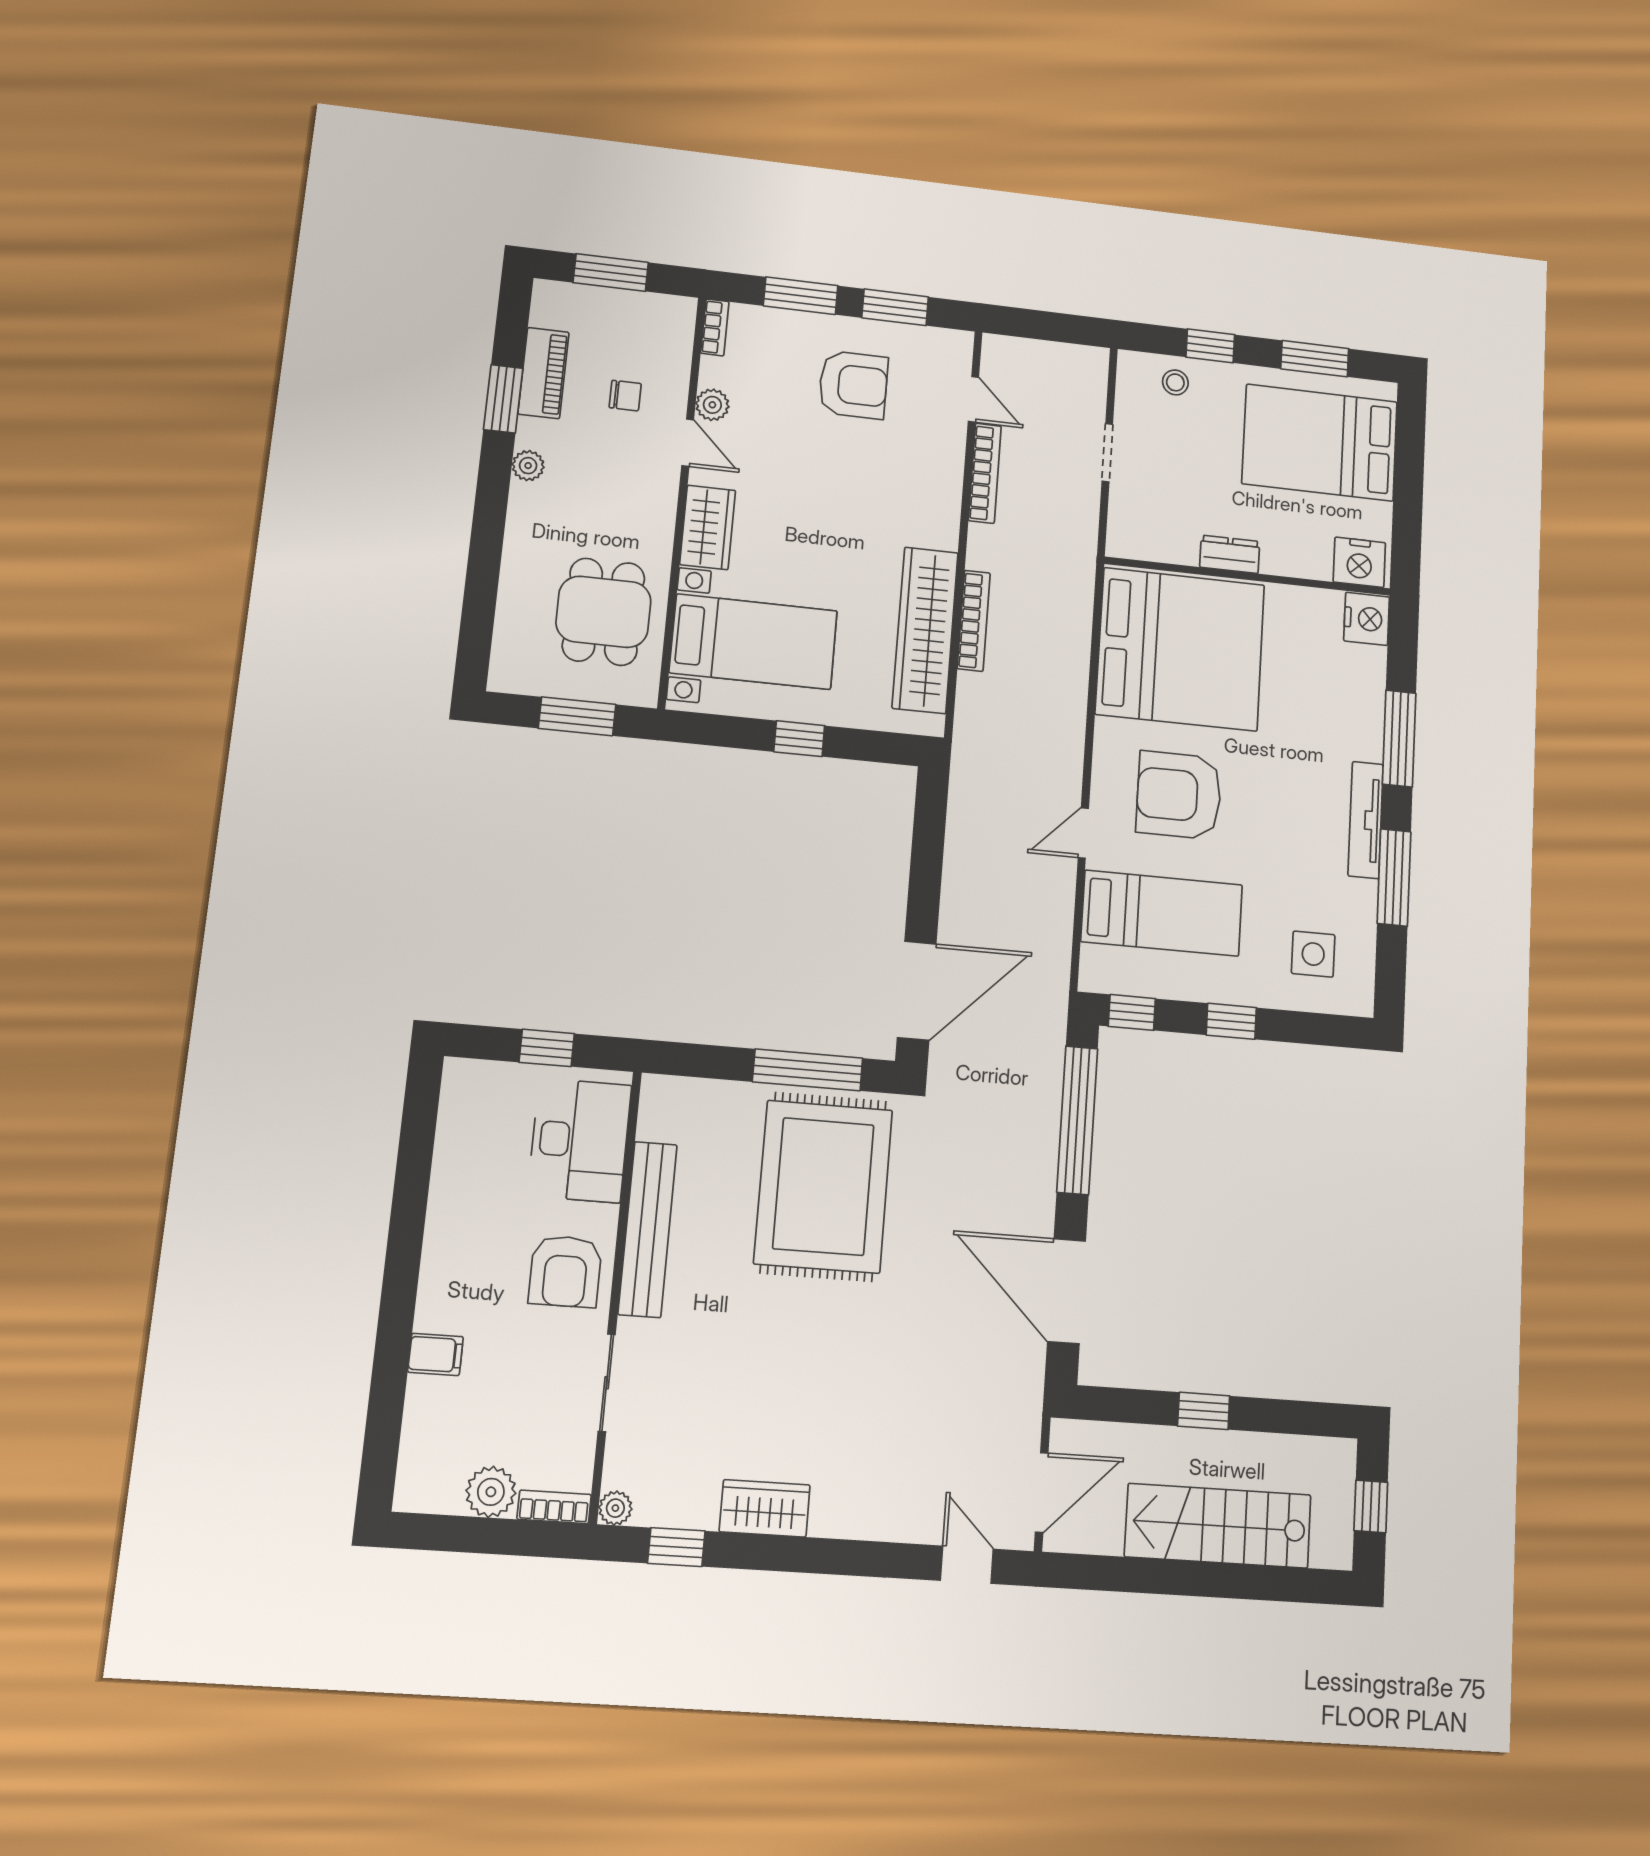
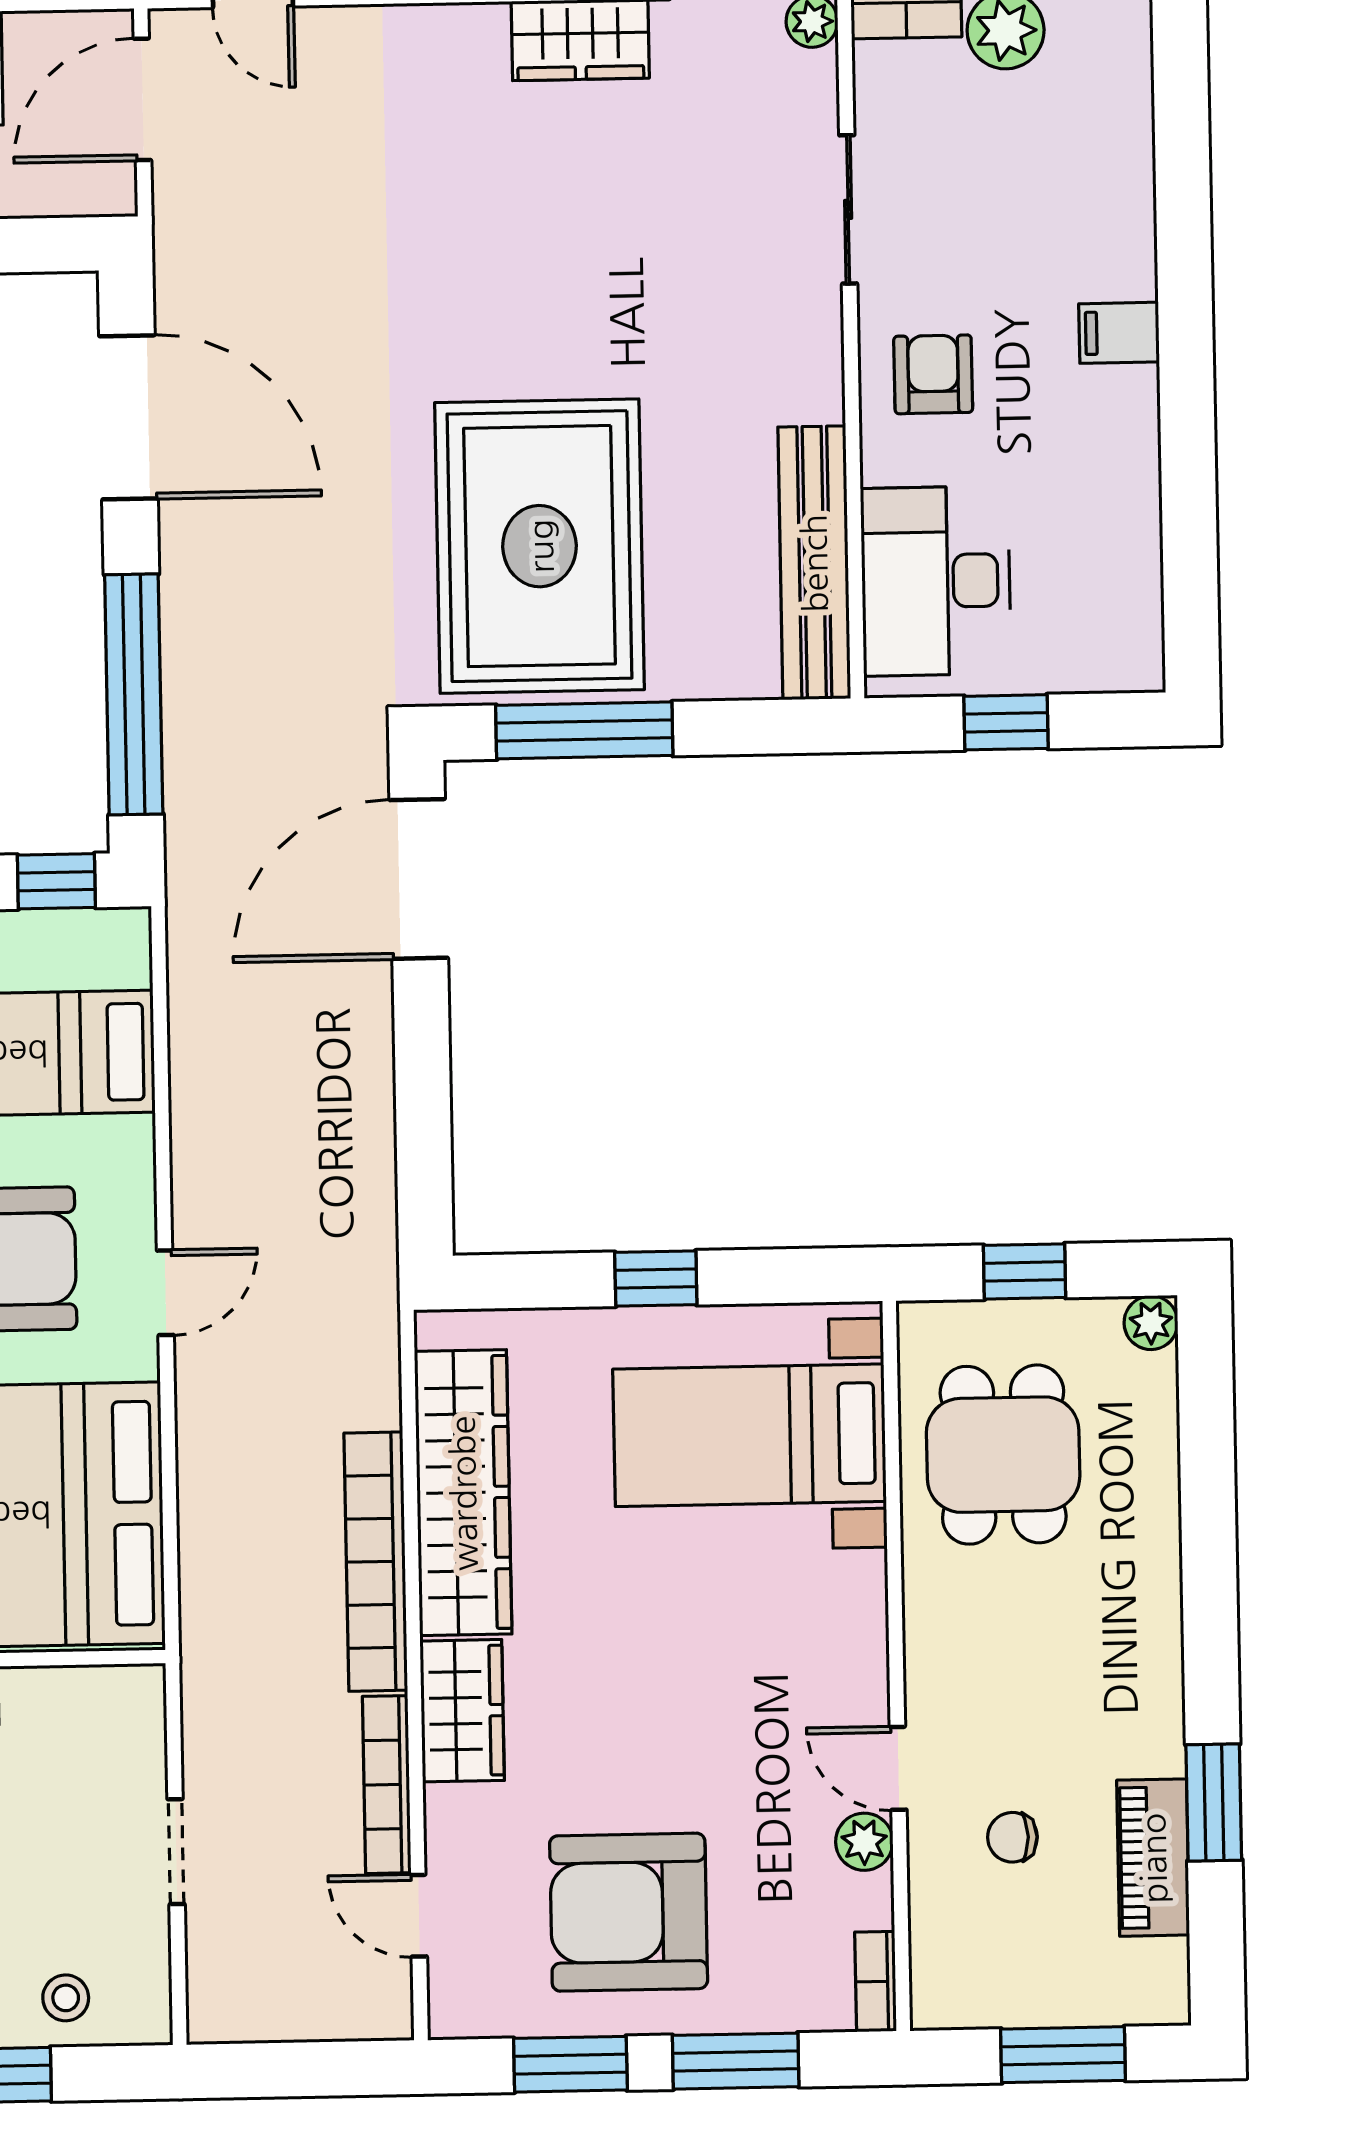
armchair: (853, 385) -> (629, 1912), width x1.36, depth x1.36
plant: (528, 466) -> (1151, 1323), moved
wardrobe: (708, 527) -> (462, 1711), moved, turned 180
bookcase: (974, 621) -> (376, 1562), width x1.48, depth x1.31
window: (577, 716) -> (1025, 1271), width x0.67
door: (1083, 833) -> (165, 1293), moved
bench: (648, 1229) -> (814, 563), moved
armchair: (565, 1271) -> (933, 374), width x0.72, depth x0.72
filing cabinet: (436, 1354) -> (1119, 333), moved

